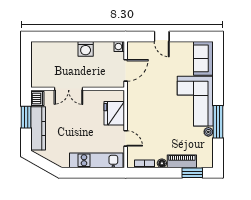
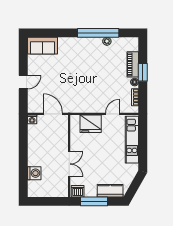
washing machine: (86, 49) -> (34, 173), moved
corner sofa: (195, 101) -> (80, 53), removed
window: (26, 117) -> (94, 201), width x1.44
window: (218, 122) -> (98, 33), width x1.46
kitchen counter: (38, 128) -> (110, 191), width x0.67
window: (192, 173) -> (143, 72), moved

